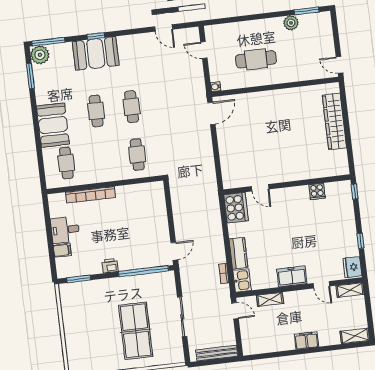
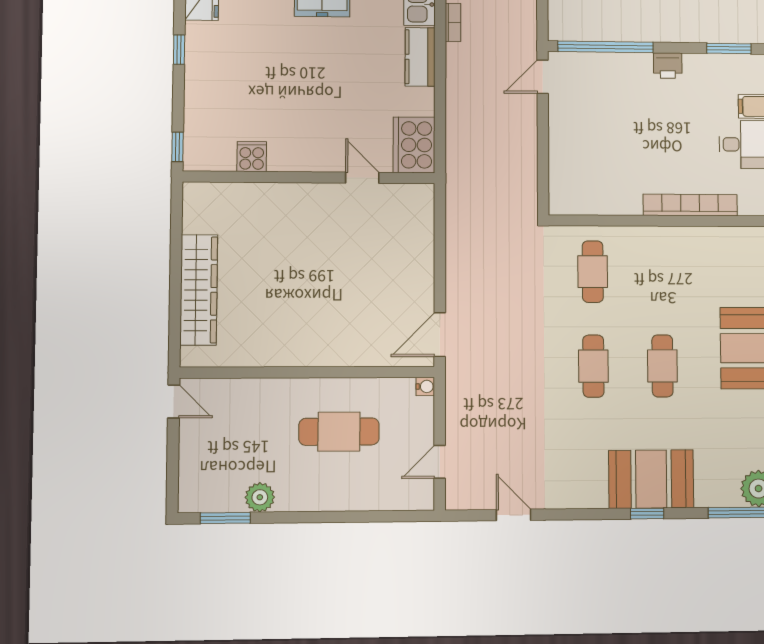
door: (204, 50) -> (440, 462), swing flipped
cafe table: (66, 163) -> (730, 272), removed

